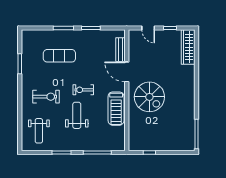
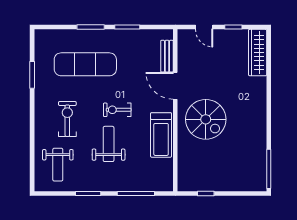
exercise mat: (59, 56) -> (85, 64), width x1.36, depth x1.45
exercise bike: (46, 97) -> (67, 119), turned -90

